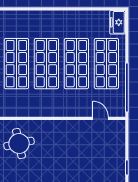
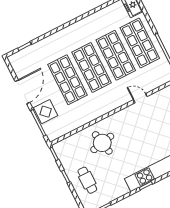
door: (101, 118) -> (140, 98), moved

